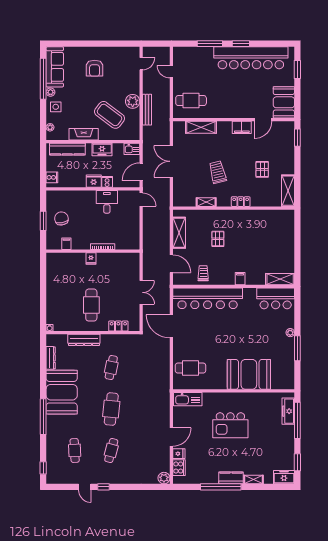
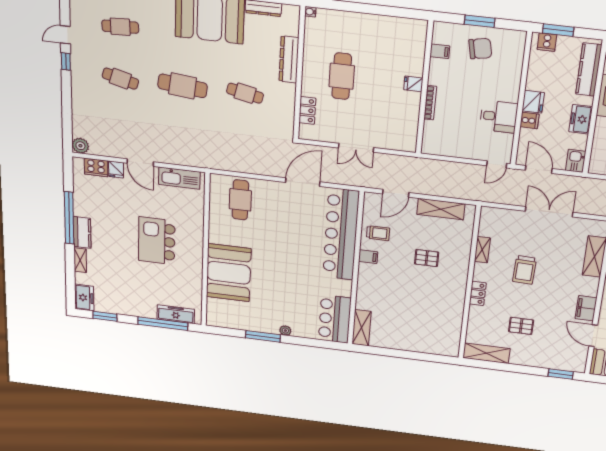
window: (43, 171) -> (558, 30), added
trolley: (218, 172) -> (525, 270), turned 106
filing cabinet: (240, 279) -> (368, 257), moved
cafe table: (91, 305) -> (342, 76), turned 90
kitchen sink: (188, 399) -> (179, 178), moved, turned -90

